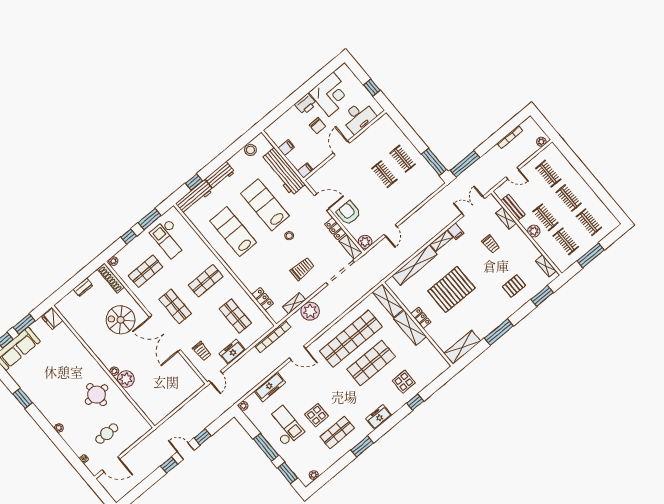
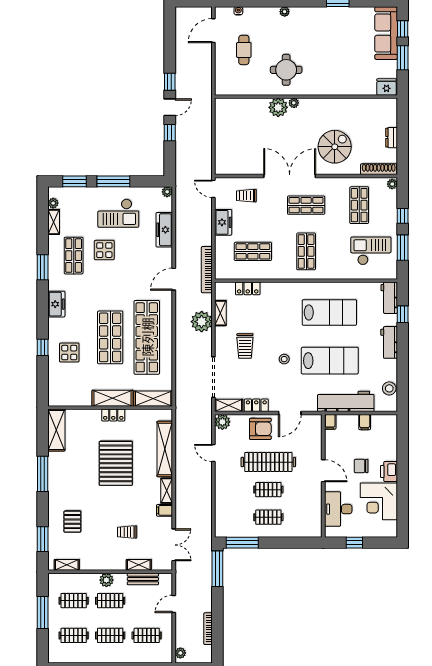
clothes rail: (366, 189) -> (268, 462), added
workbench: (194, 197) -> (389, 298), width x0.73
shelving: (326, 464) -> (54, 222), added

